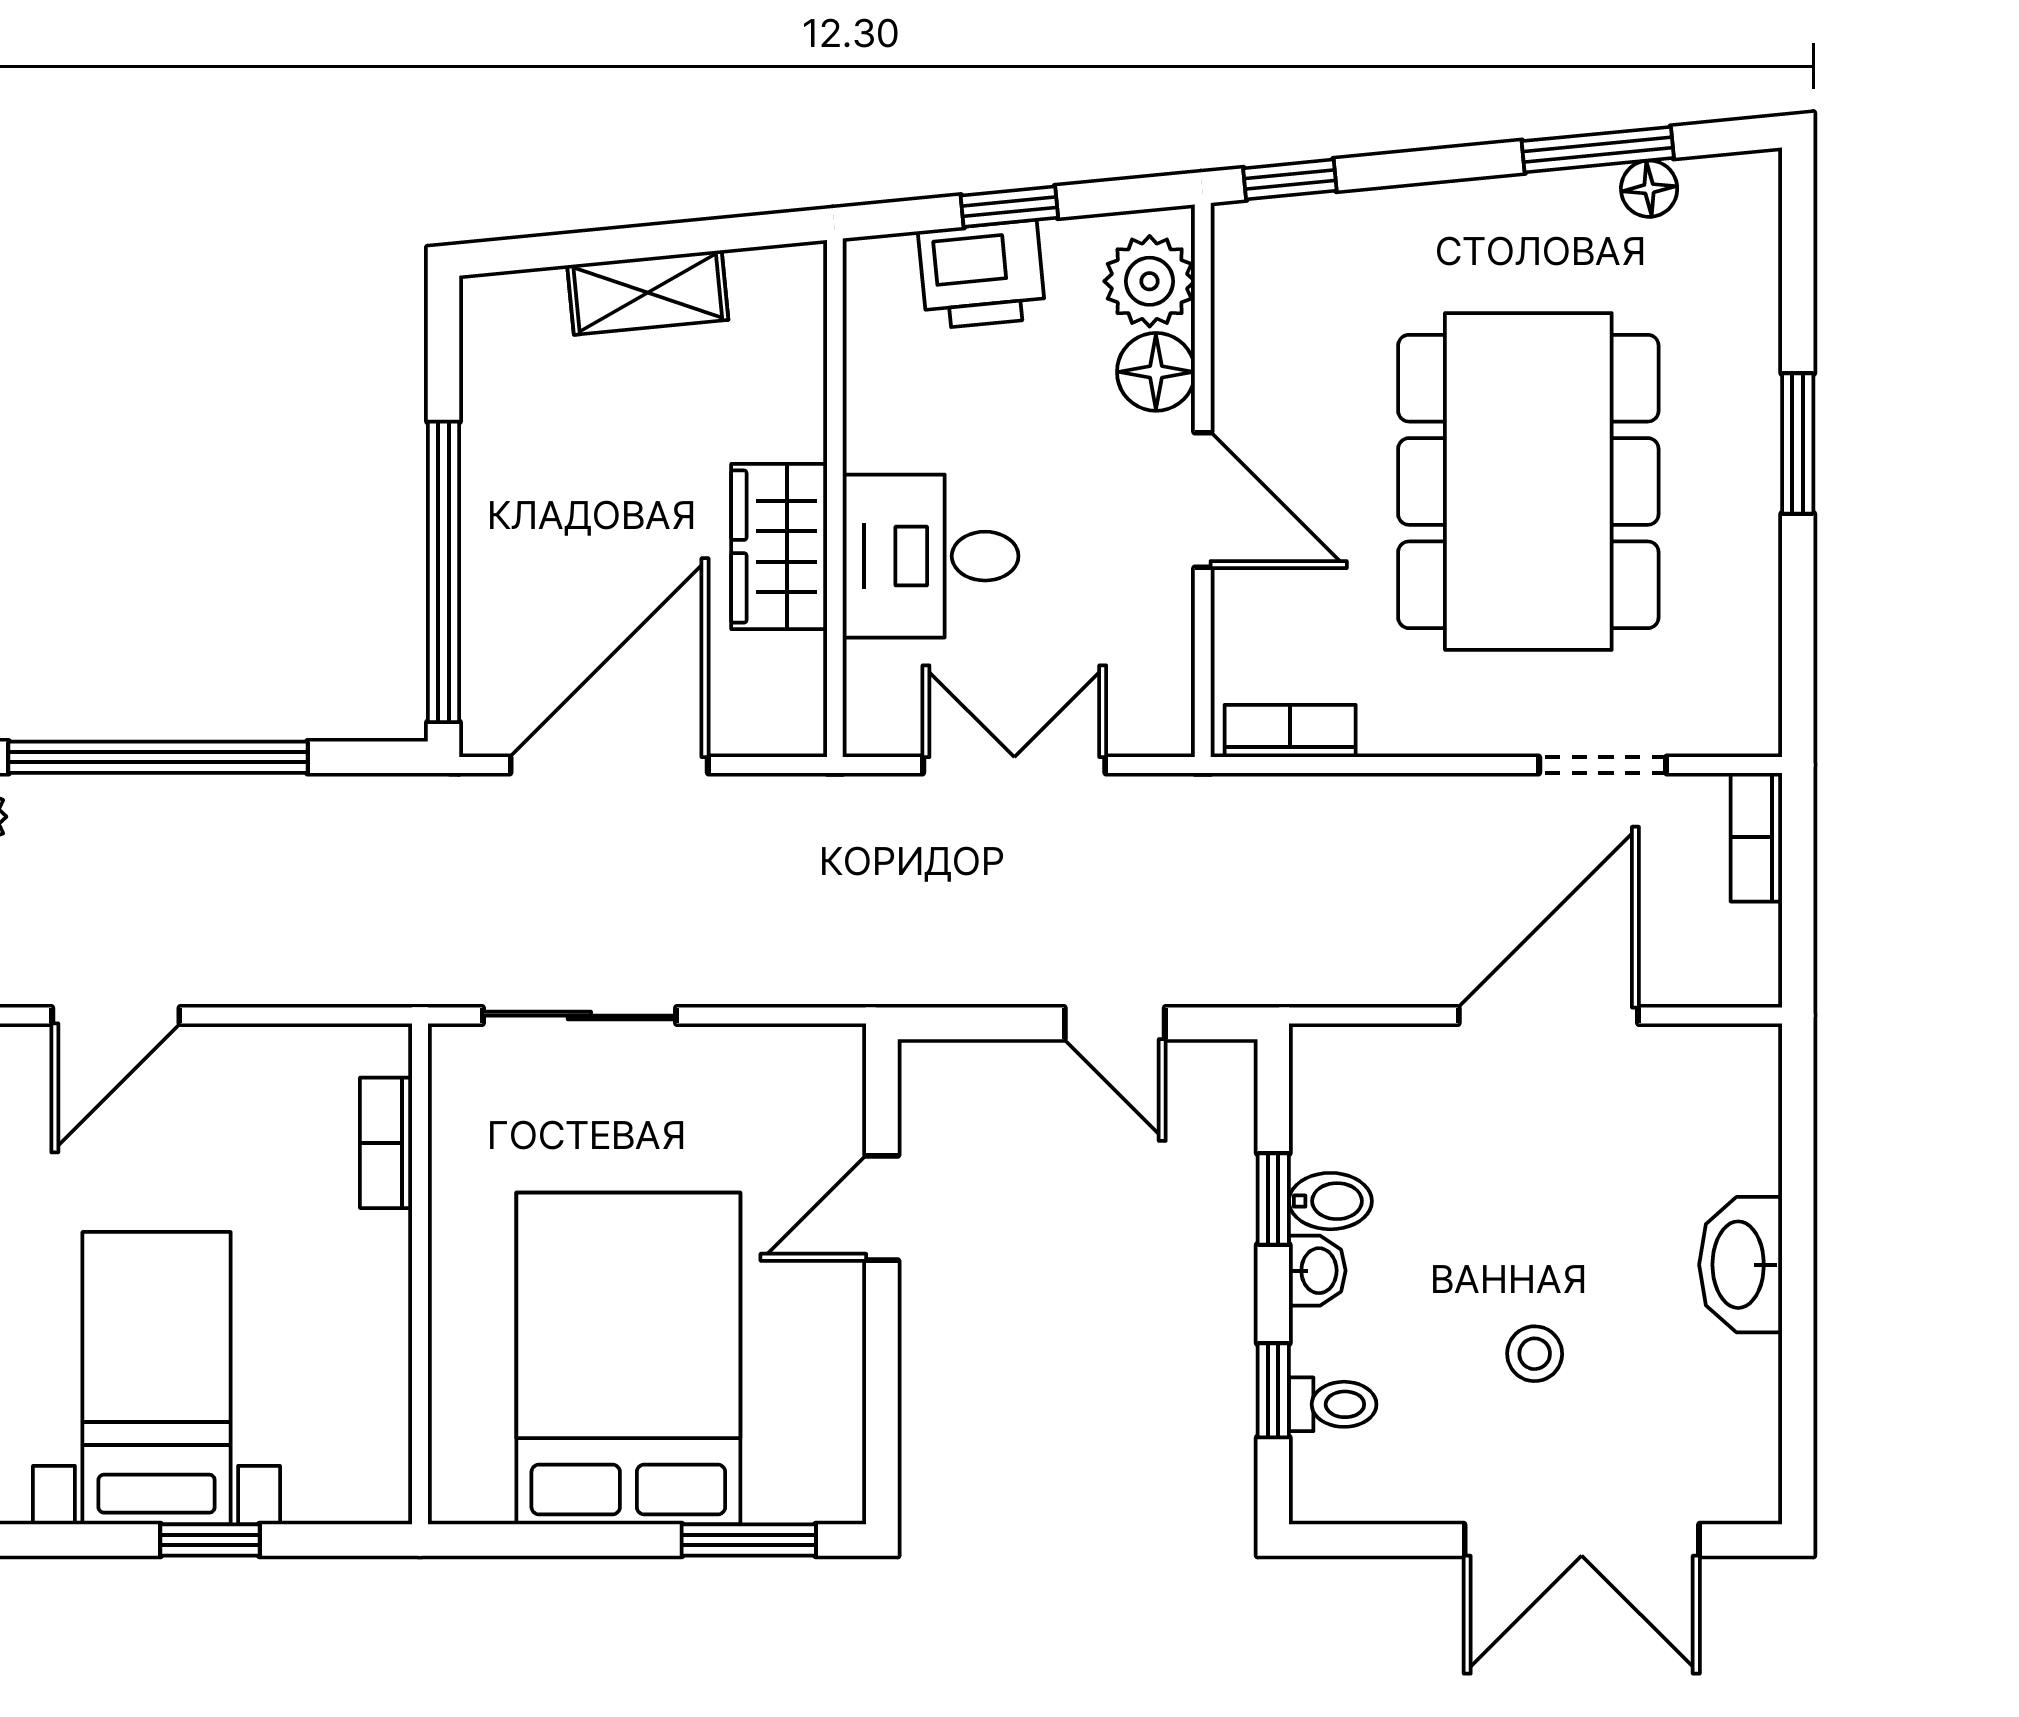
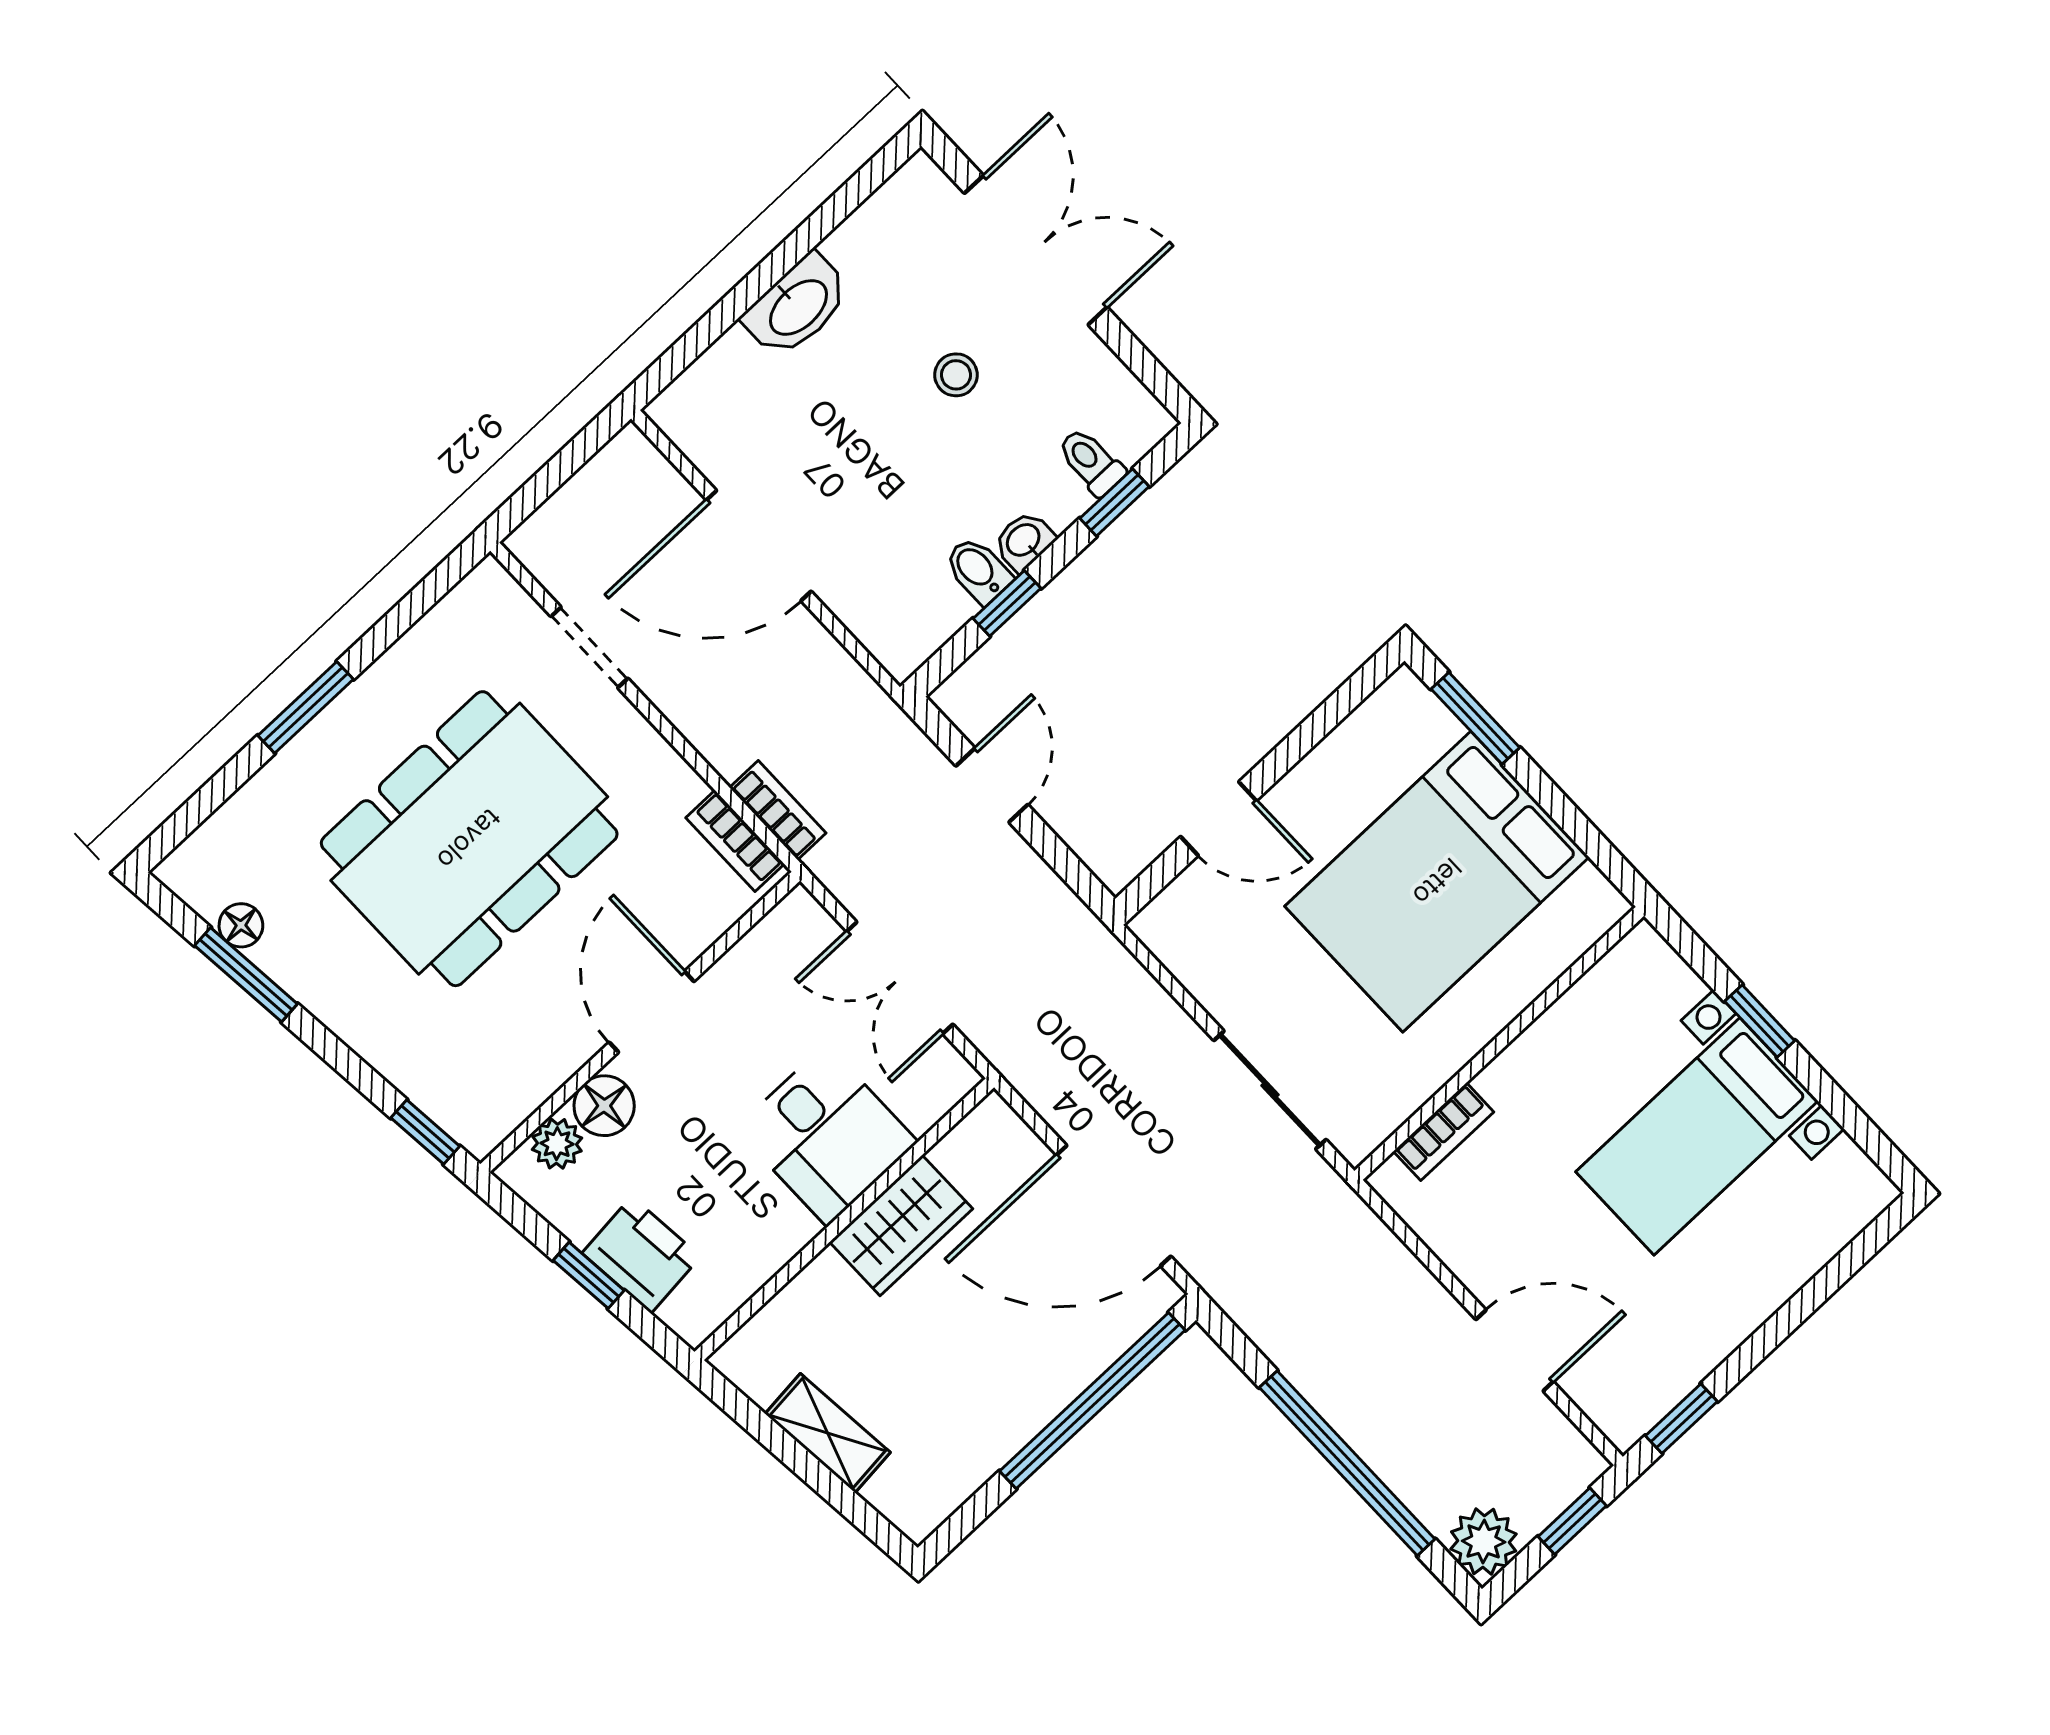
plant: (1150, 281) -> (557, 1144), width x0.73, depth x0.73
bookcase: (1756, 837) -> (778, 810), moved, turned -90

